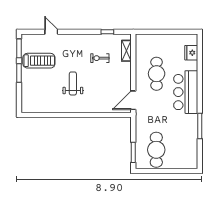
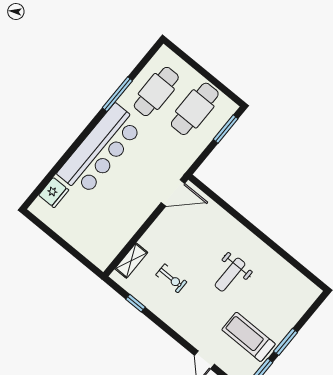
cafe table: (157, 74) -> (156, 91), moved
bar counter: (186, 92) -> (100, 150), width x1.36

